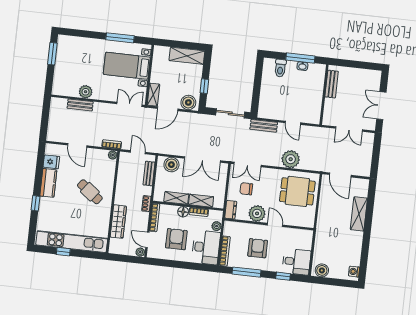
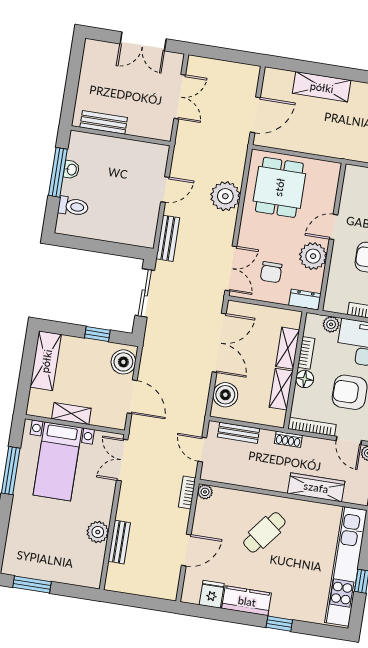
shelving: (153, 95) -> (71, 414), moved
door: (138, 152) -> (202, 450), hinge flipped
door: (147, 240) -> (349, 441), hinge flipped

